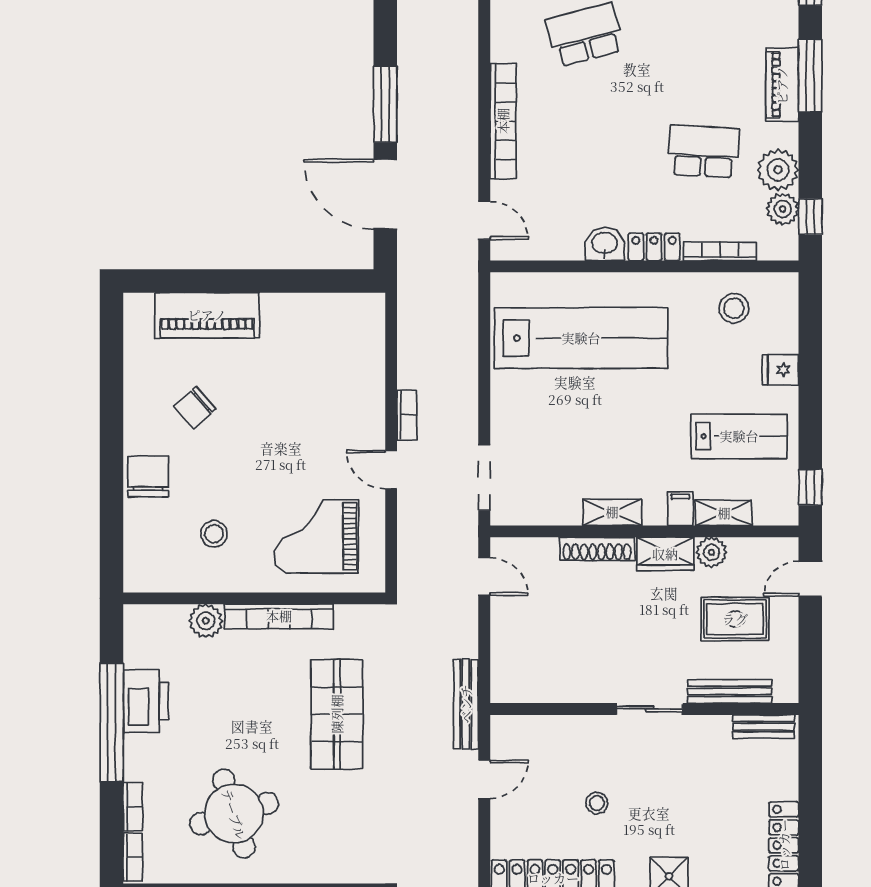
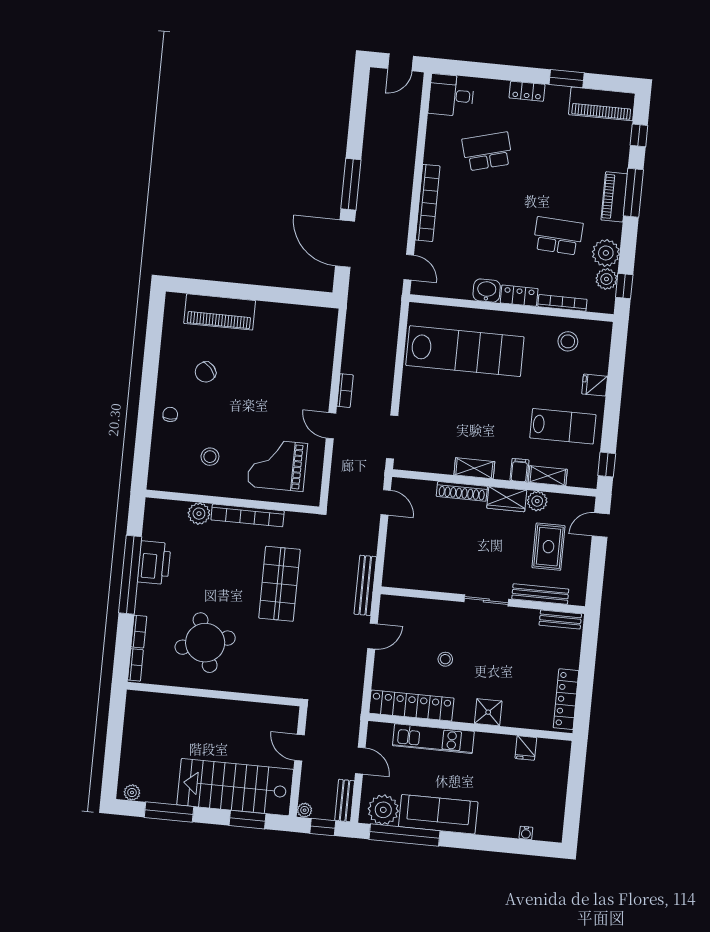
chair: (148, 476) -> (170, 414), width x0.54, depth x0.54
rug: (735, 619) -> (548, 547), turned 90

